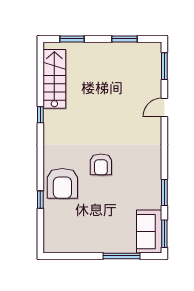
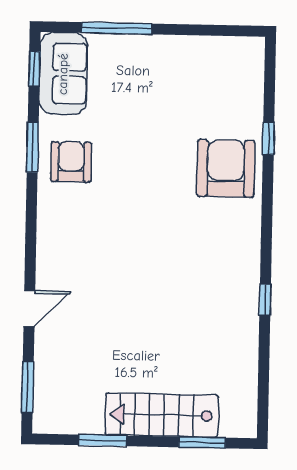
stairs: (54, 79) -> (162, 415), moved, turned 90
armchair: (101, 164) -> (71, 162), moved
window: (164, 234) -> (34, 69), width x0.67

